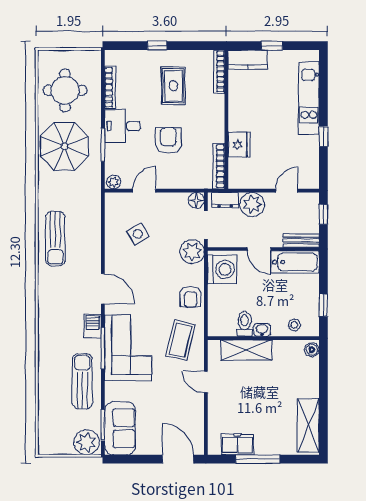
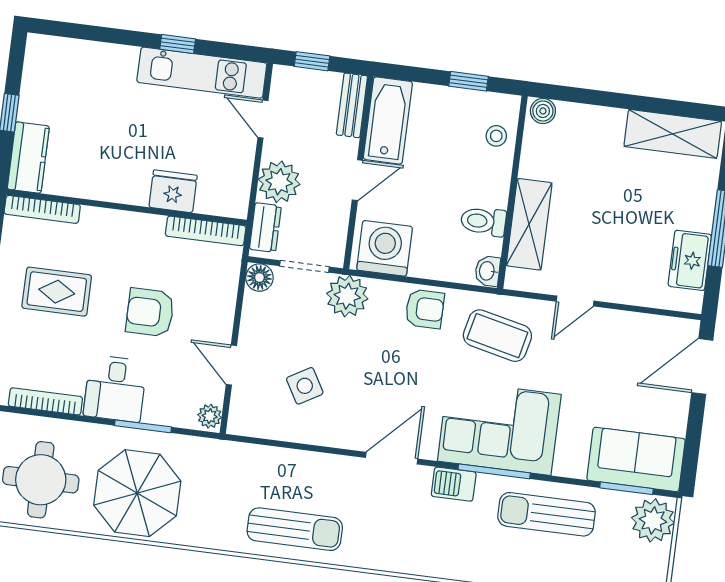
kitchen unit: (309, 98) -> (202, 73), moved
washbasin: (262, 330) -> (487, 271), moved

